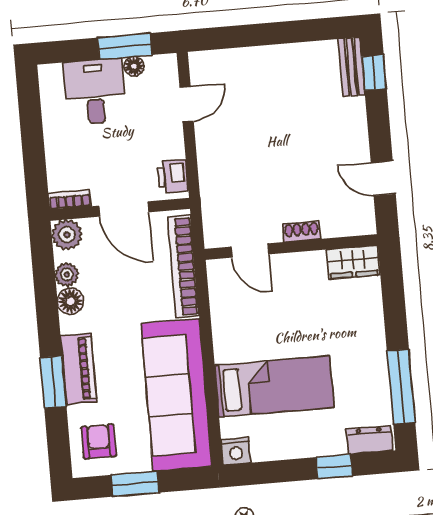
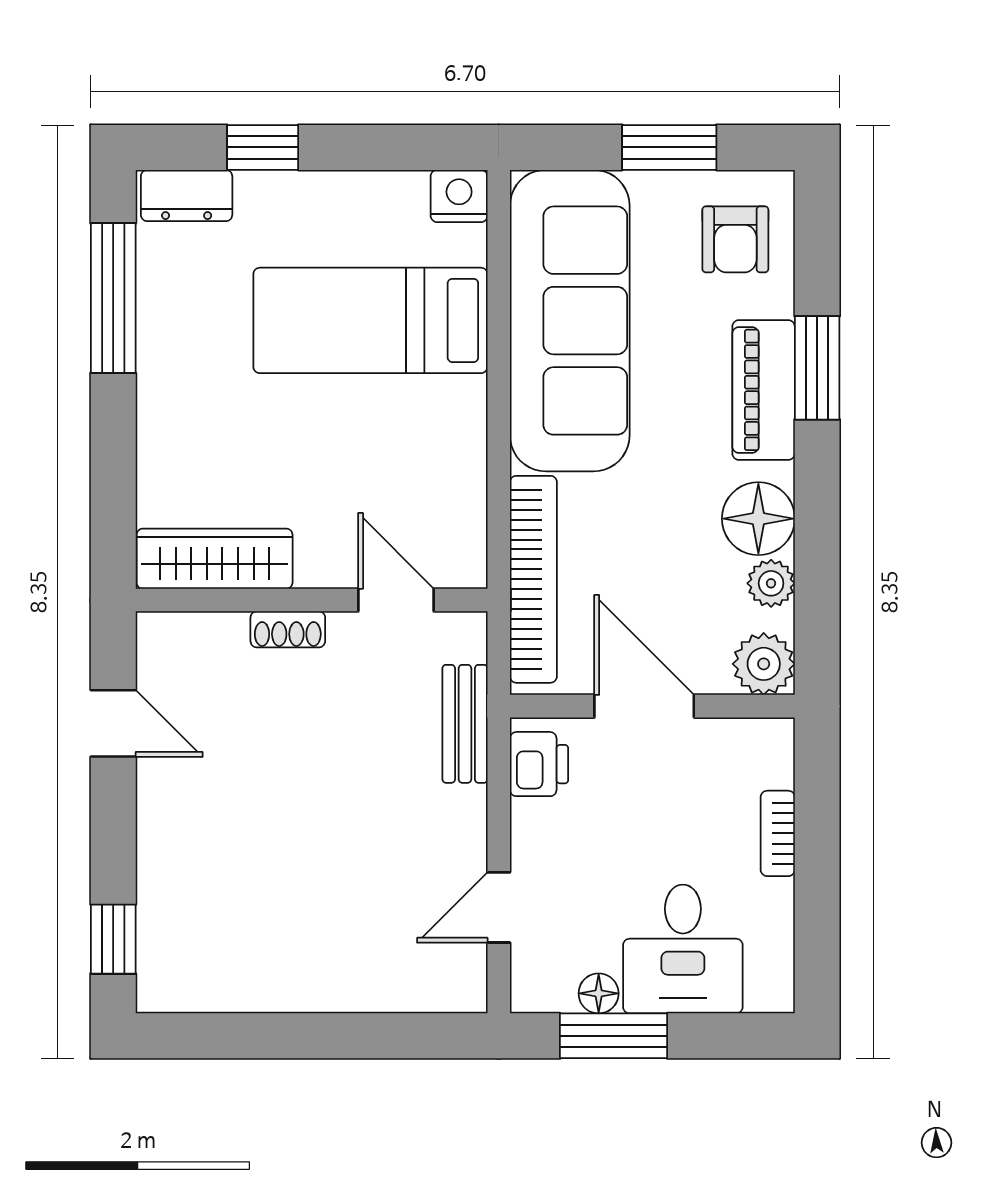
bench: (351, 67) -> (465, 724), moved
bookcase: (70, 200) -> (778, 833), moved, turned 90
wardrobe: (353, 262) -> (215, 559), width x1.50
floor lamp: (70, 301) -> (758, 519), width x1.38, depth x1.38

